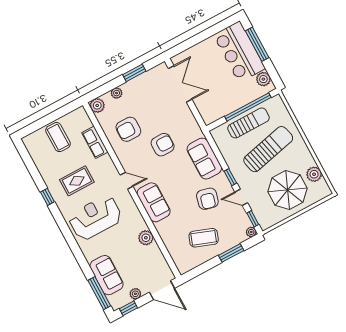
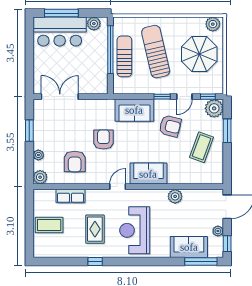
plant: (314, 174) -> (213, 24), moved
plant: (251, 232) -> (214, 108), width x1.88, depth x1.88

